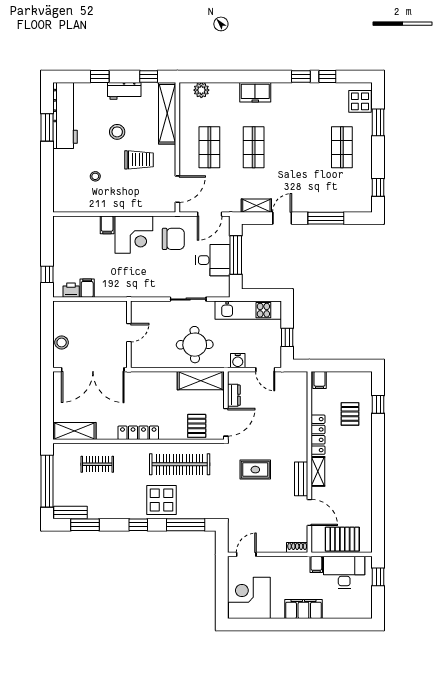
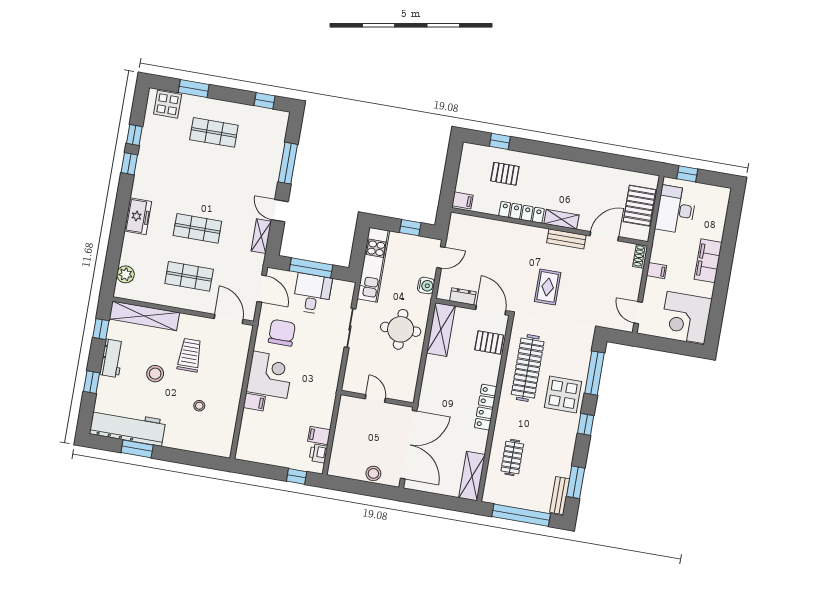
filing cabinet: (316, 564) -> (657, 271), moved

